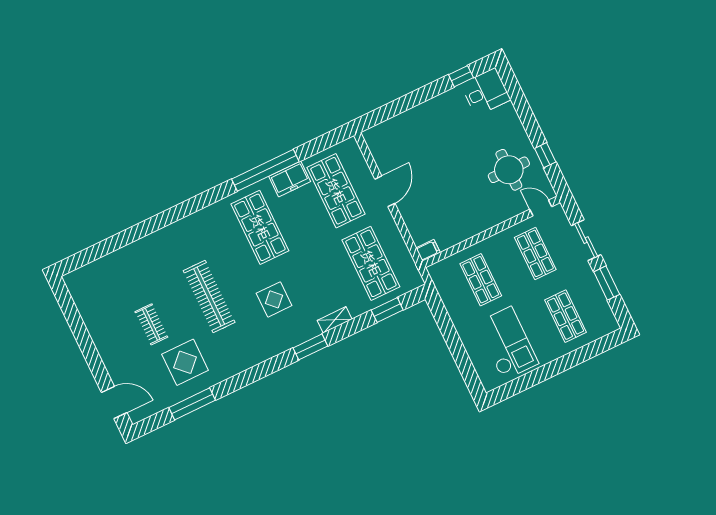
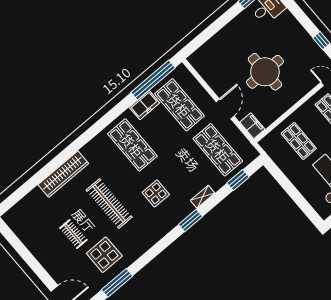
window: (265, 170) -> (153, 80), moved
round table: (509, 170) -> (265, 72), moved, width x1.36, depth x1.36
door: (385, 191) -> (225, 109), moved
wardrobe: (159, 242) -> (63, 174), added
filing cabinet: (428, 250) -> (252, 126), width x2.00

